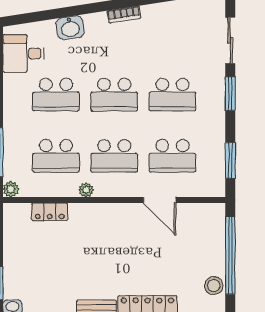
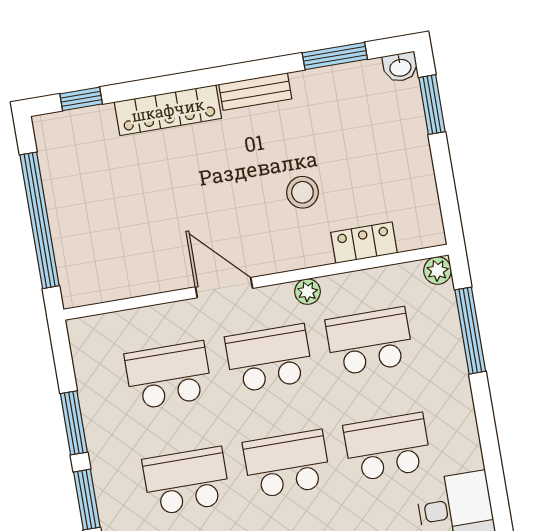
window: (230, 160) -> (74, 423), moved
door: (160, 200) -> (224, 288), moved
stool: (214, 286) -> (302, 192), moved

